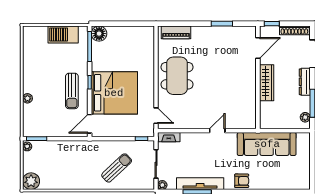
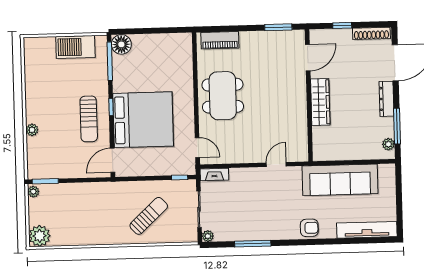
door: (258, 48) -> (308, 58), moved
wall: (258, 77) -> (309, 95), moved
wardrobe: (267, 83) -> (320, 102), moved
tv unit: (200, 184) -> (367, 230), moved

